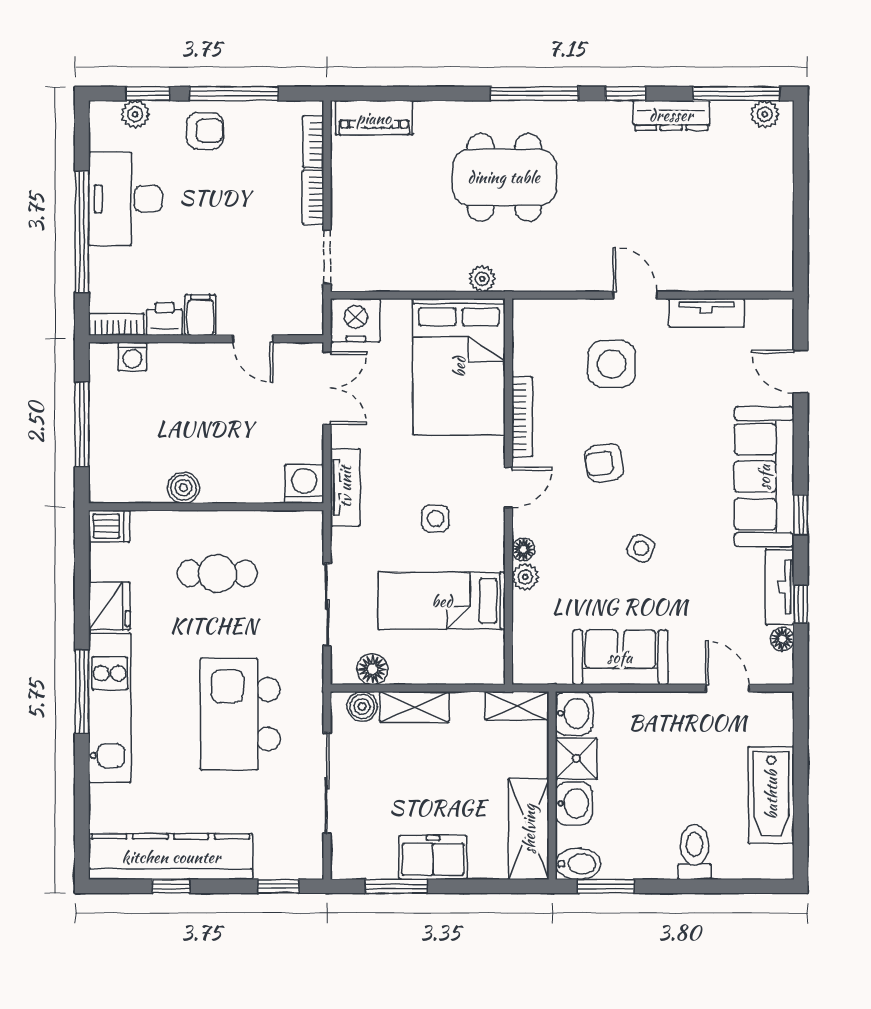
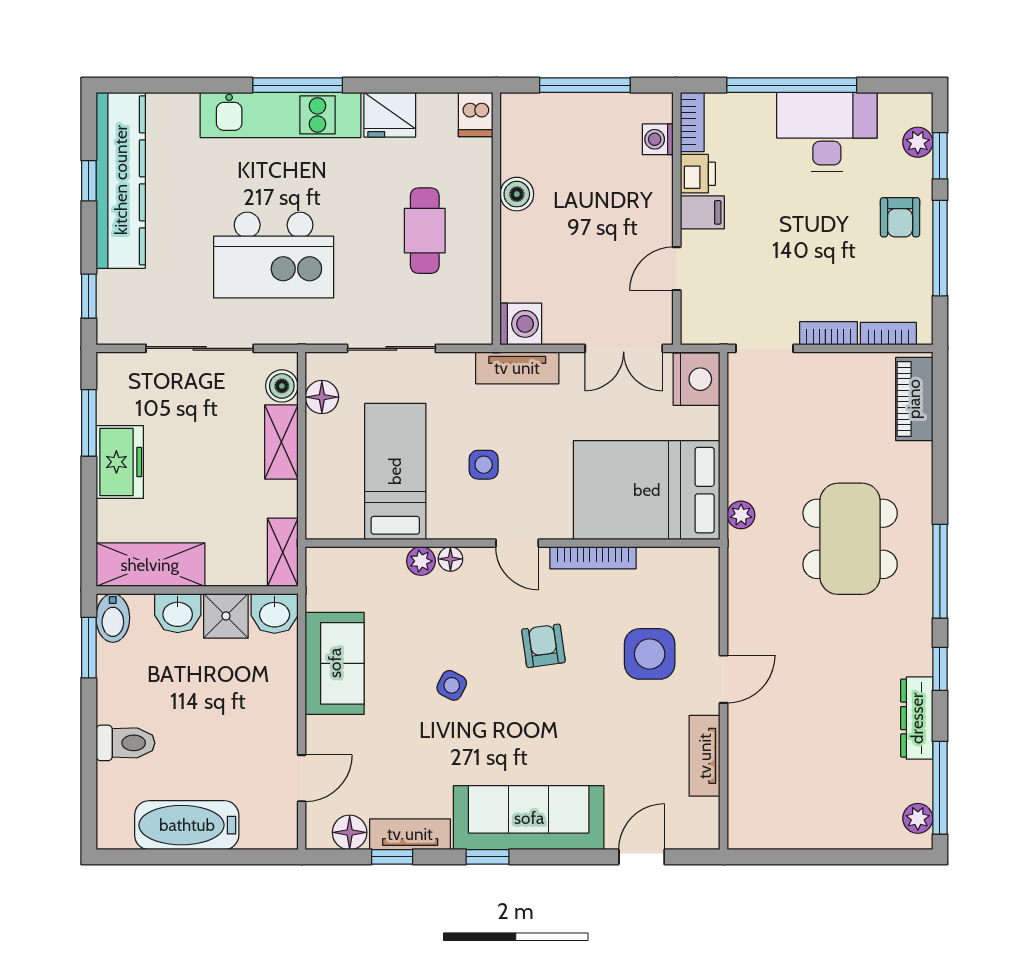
floor lamp: (782, 639) -> (350, 832), width x1.37, depth x1.37
kitchen island: (240, 714) -> (274, 255), turned 180

